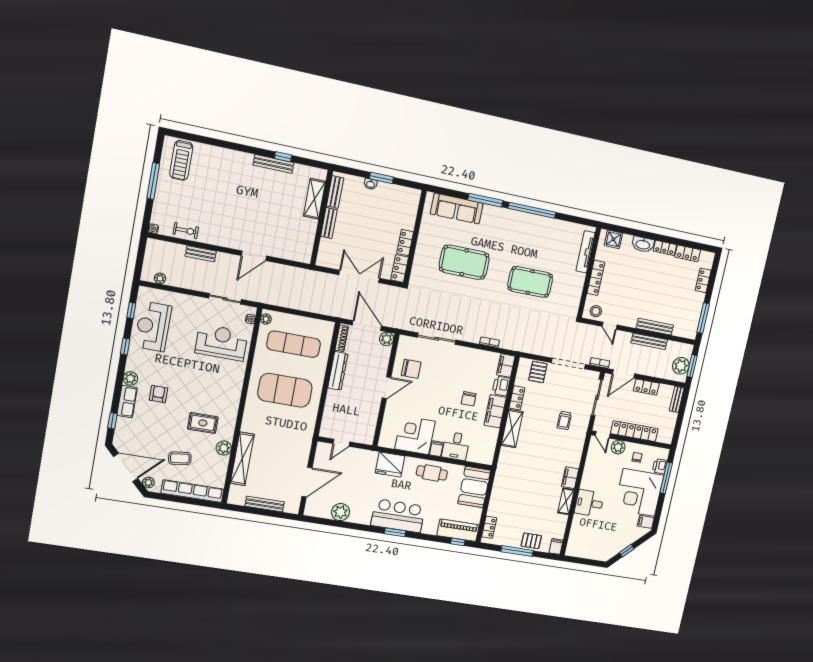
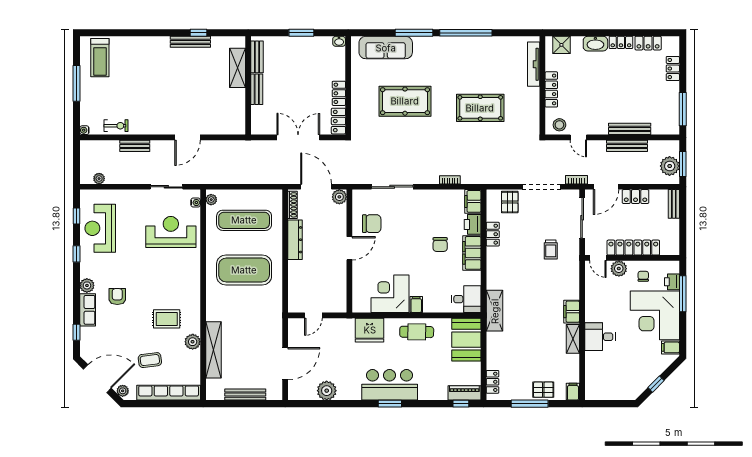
washbasin: (371, 184) -> (339, 41), moved
shelving: (512, 429) -> (495, 311), moved
desk: (456, 446) -> (466, 299), moved, turned -90
piano: (458, 530) -> (464, 393), width x0.73, depth x0.75

